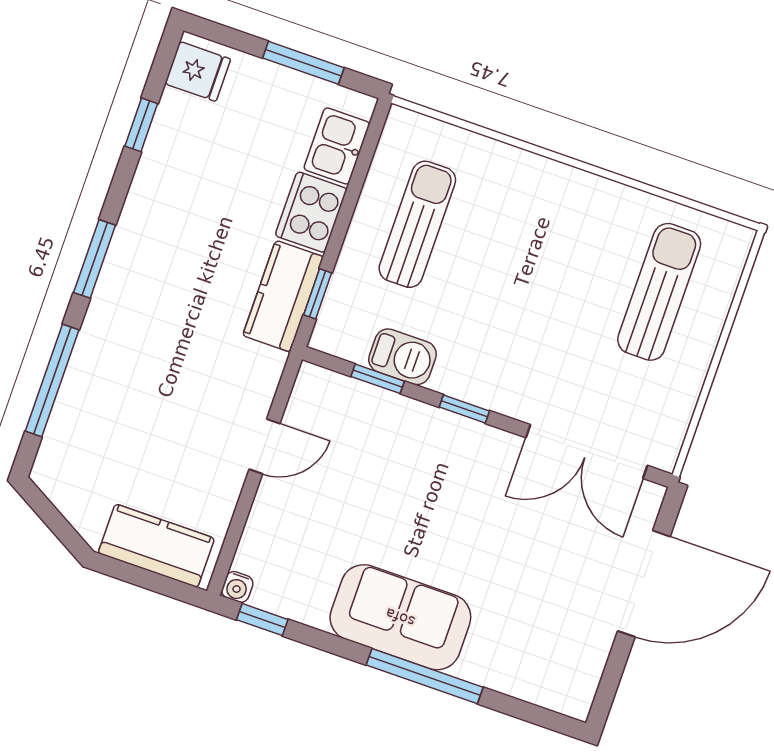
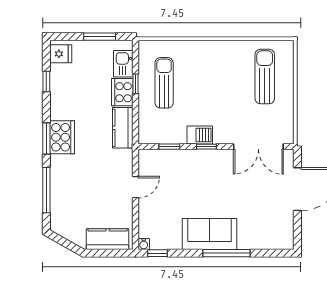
cooker: (133, 269) -> (62, 137), added
window: (318, 294) -> (135, 84), moved
barbecue: (402, 357) -> (200, 135), moved

